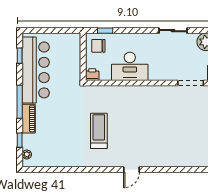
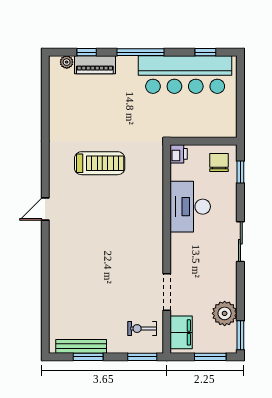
sliding door: (173, 31) -> (240, 242), moved
piano: (29, 119) -> (95, 65), moved
door: (132, 170) -> (45, 209), hinge flipped

